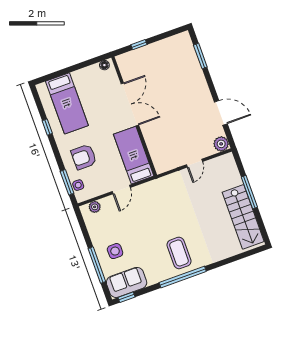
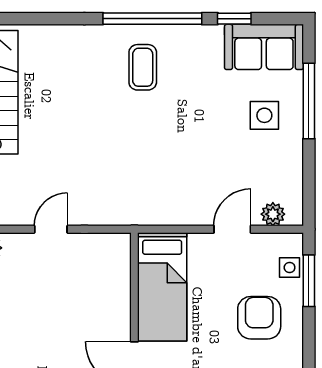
armchair: (84, 157) -> (259, 318), turned -90
door: (121, 190) -> (232, 229), moved
coffee table: (179, 253) -> (143, 67), width x0.73, depth x0.77
window: (126, 297) -> (234, 19), moved

